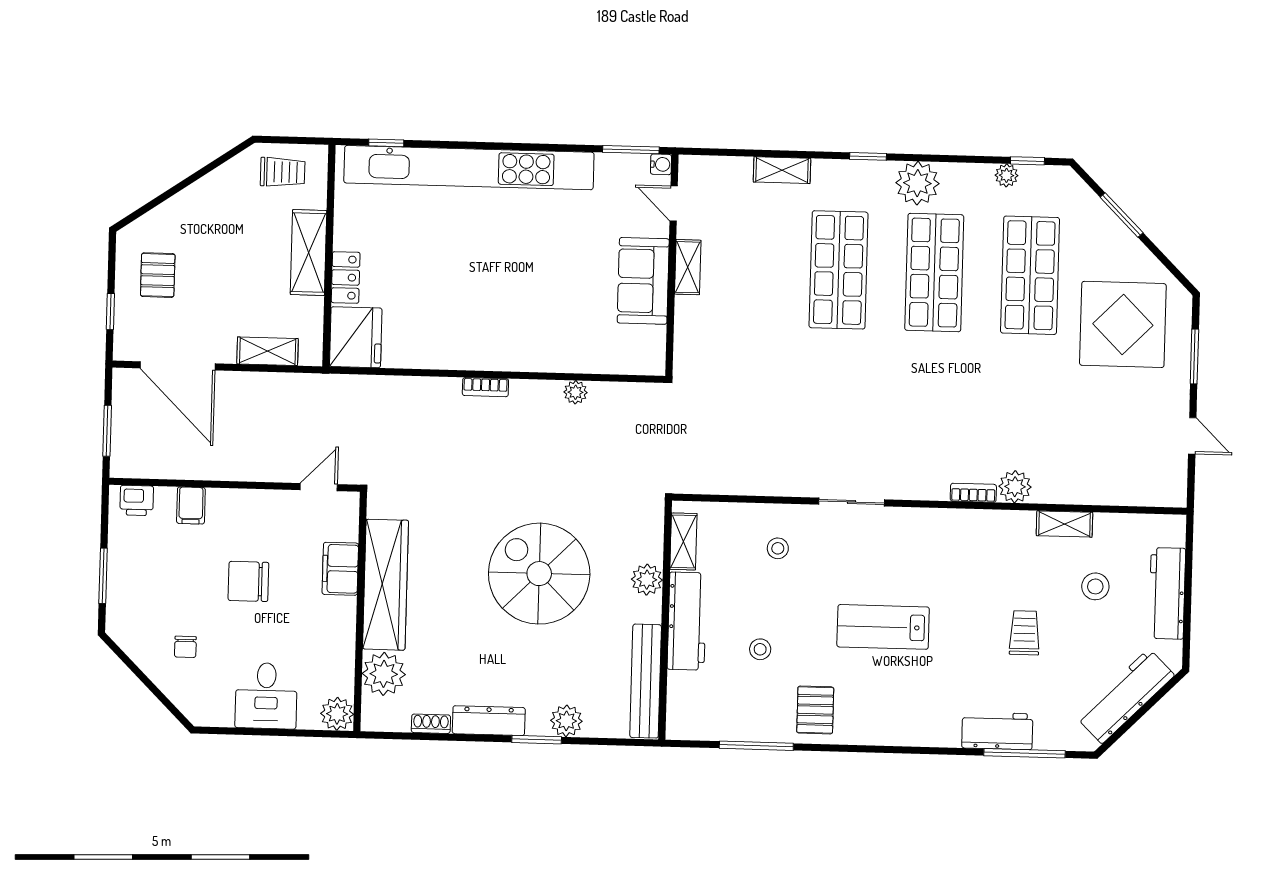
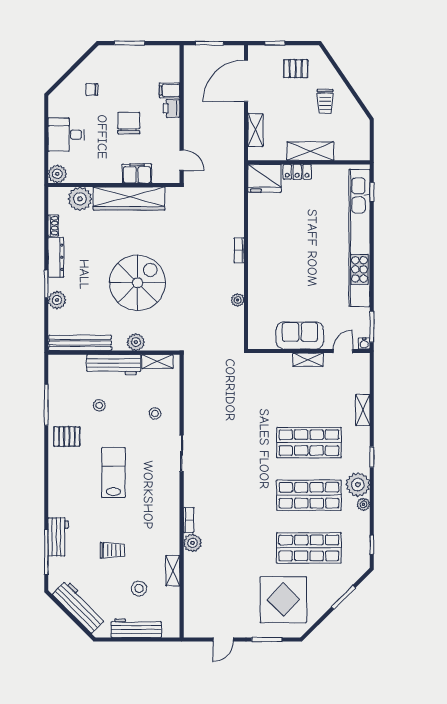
trolley: (283, 172) -> (325, 102), moved
plant: (1007, 175) -> (363, 504), moved
printer: (137, 501) -> (171, 108), moved

